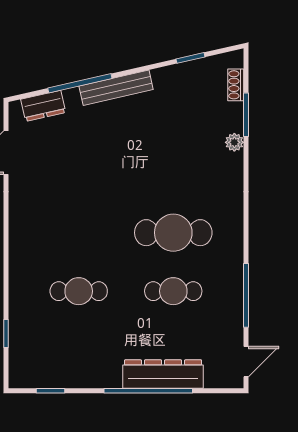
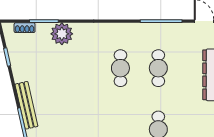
plant: (234, 142) -> (62, 34), width x1.88, depth x1.88
cafe table: (173, 233) -> (120, 68), width x0.73, depth x0.74

